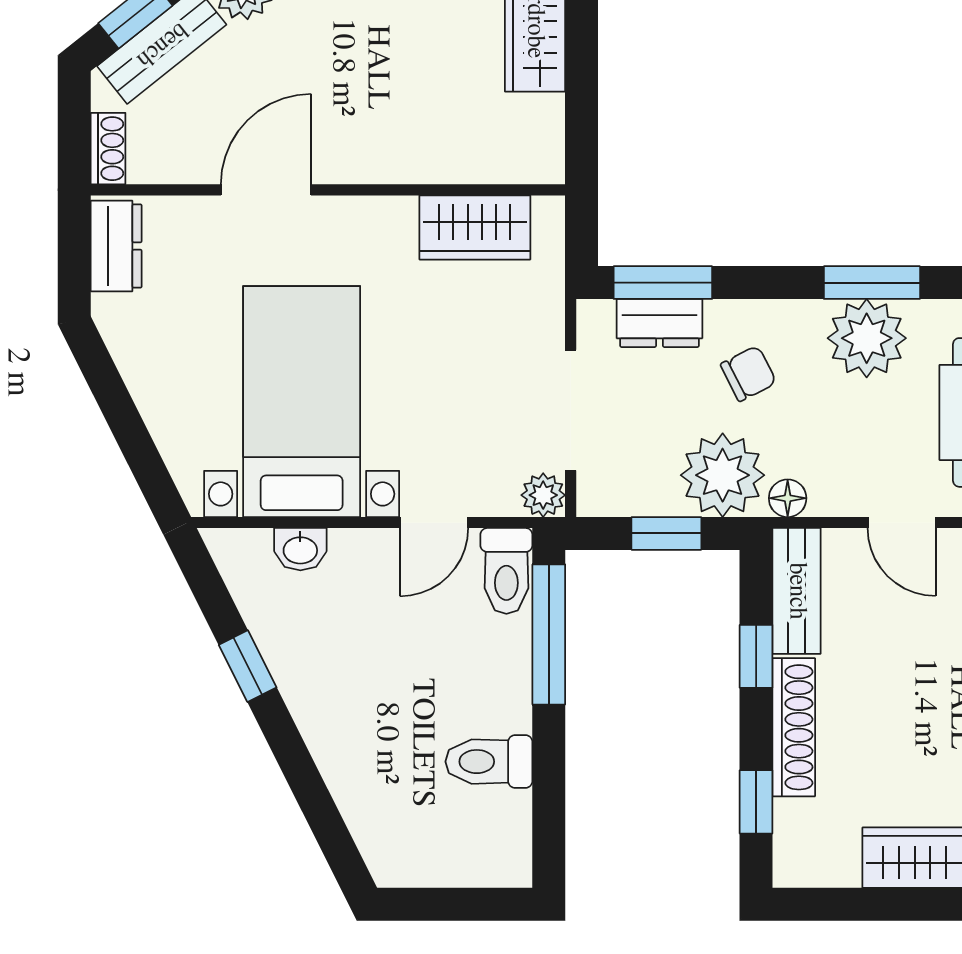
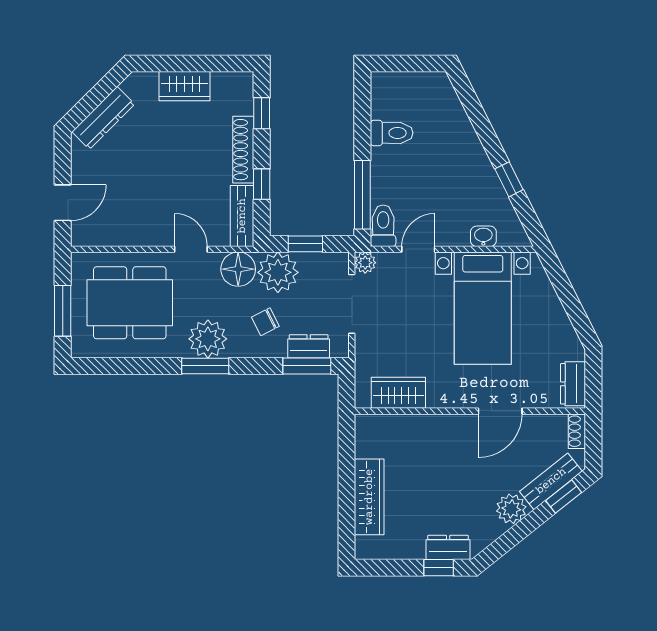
floor lamp: (788, 498) -> (238, 269), width x1.89, depth x1.89

